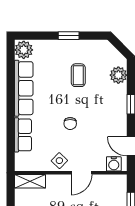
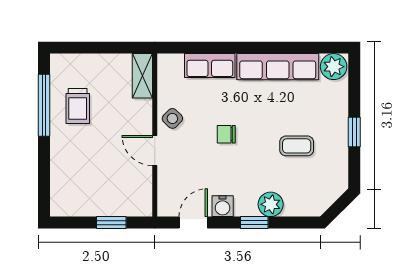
plant: (118, 75) -> (271, 204), moved
water cooler: (114, 164) -> (223, 206), moved, turned -90

